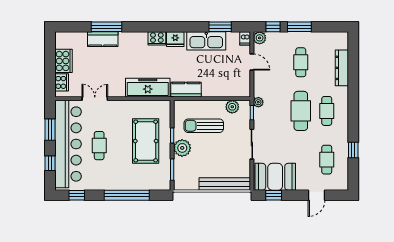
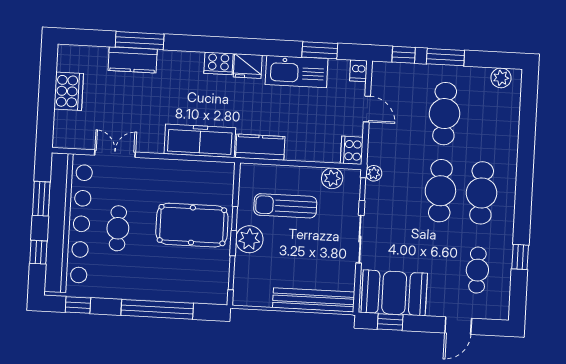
plant: (260, 38) -> (501, 78), moved
cafe table: (301, 62) -> (445, 114), width x1.37, depth x1.35
dresser: (342, 68) -> (509, 126), removed
cooker: (62, 82) -> (352, 150), moved, turned 180
cafe table: (327, 111) -> (482, 193), width x1.37, depth x1.35
pool table: (146, 141) -> (192, 225), turned 90

